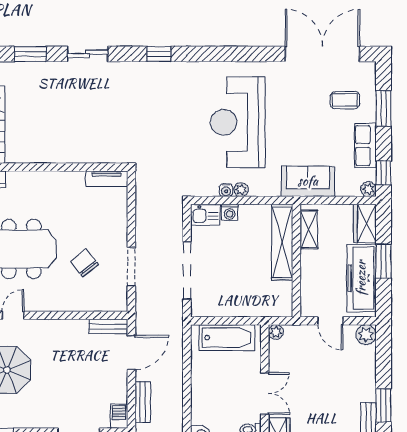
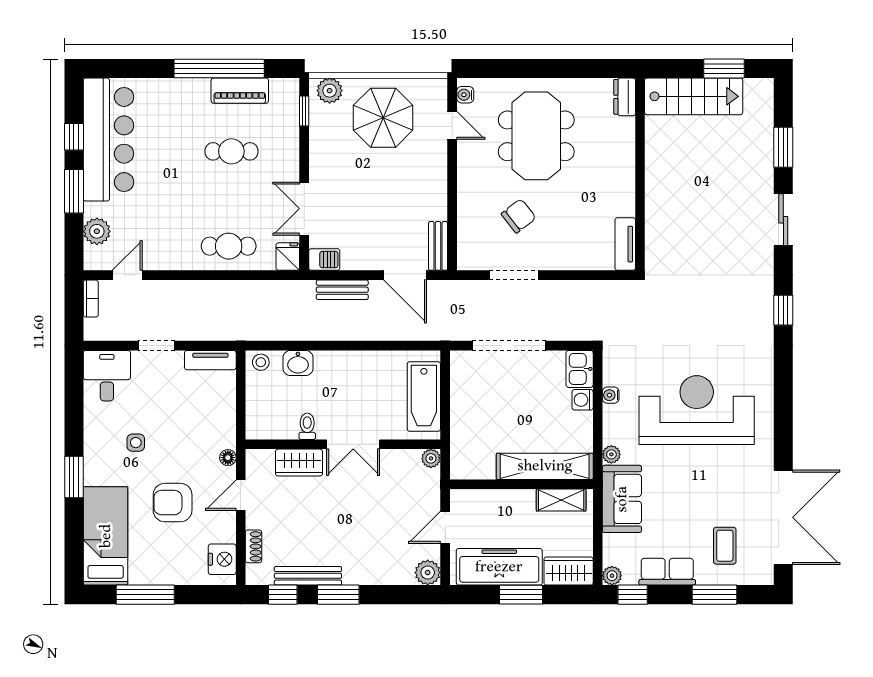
plant: (241, 190) -> (611, 454), moved

